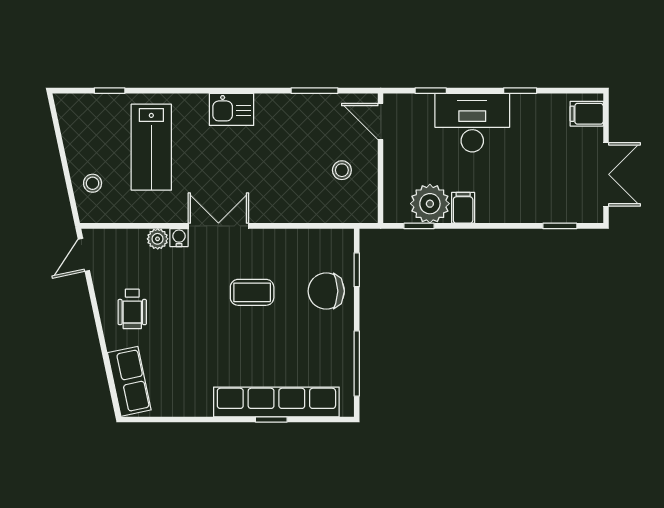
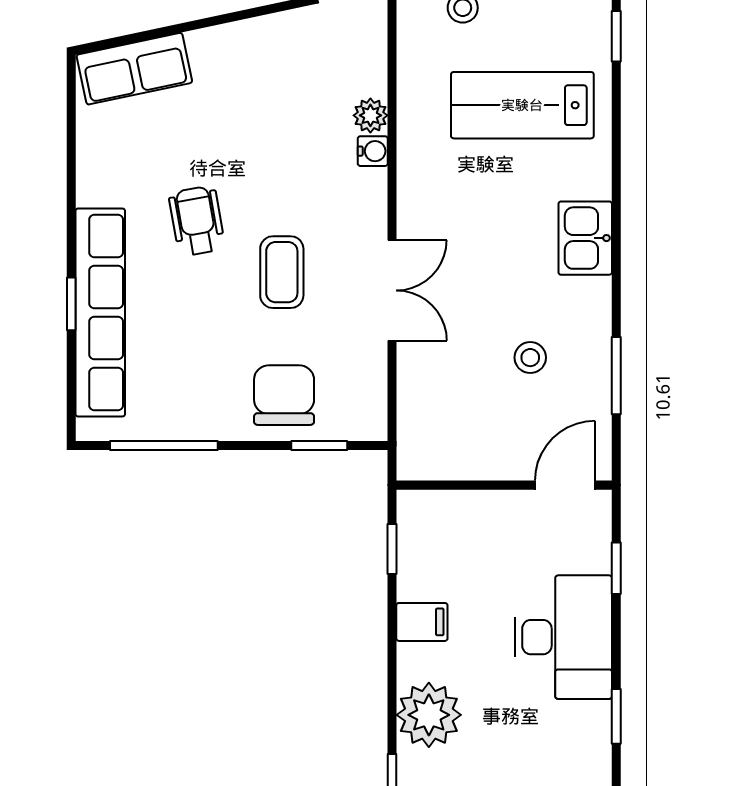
stool: (342, 170) -> (530, 358), moved
plant: (430, 204) -> (429, 715), moved
double door: (218, 226) -> (392, 290), moved
wheelchair: (132, 309) -> (197, 221), moved, turned 80

